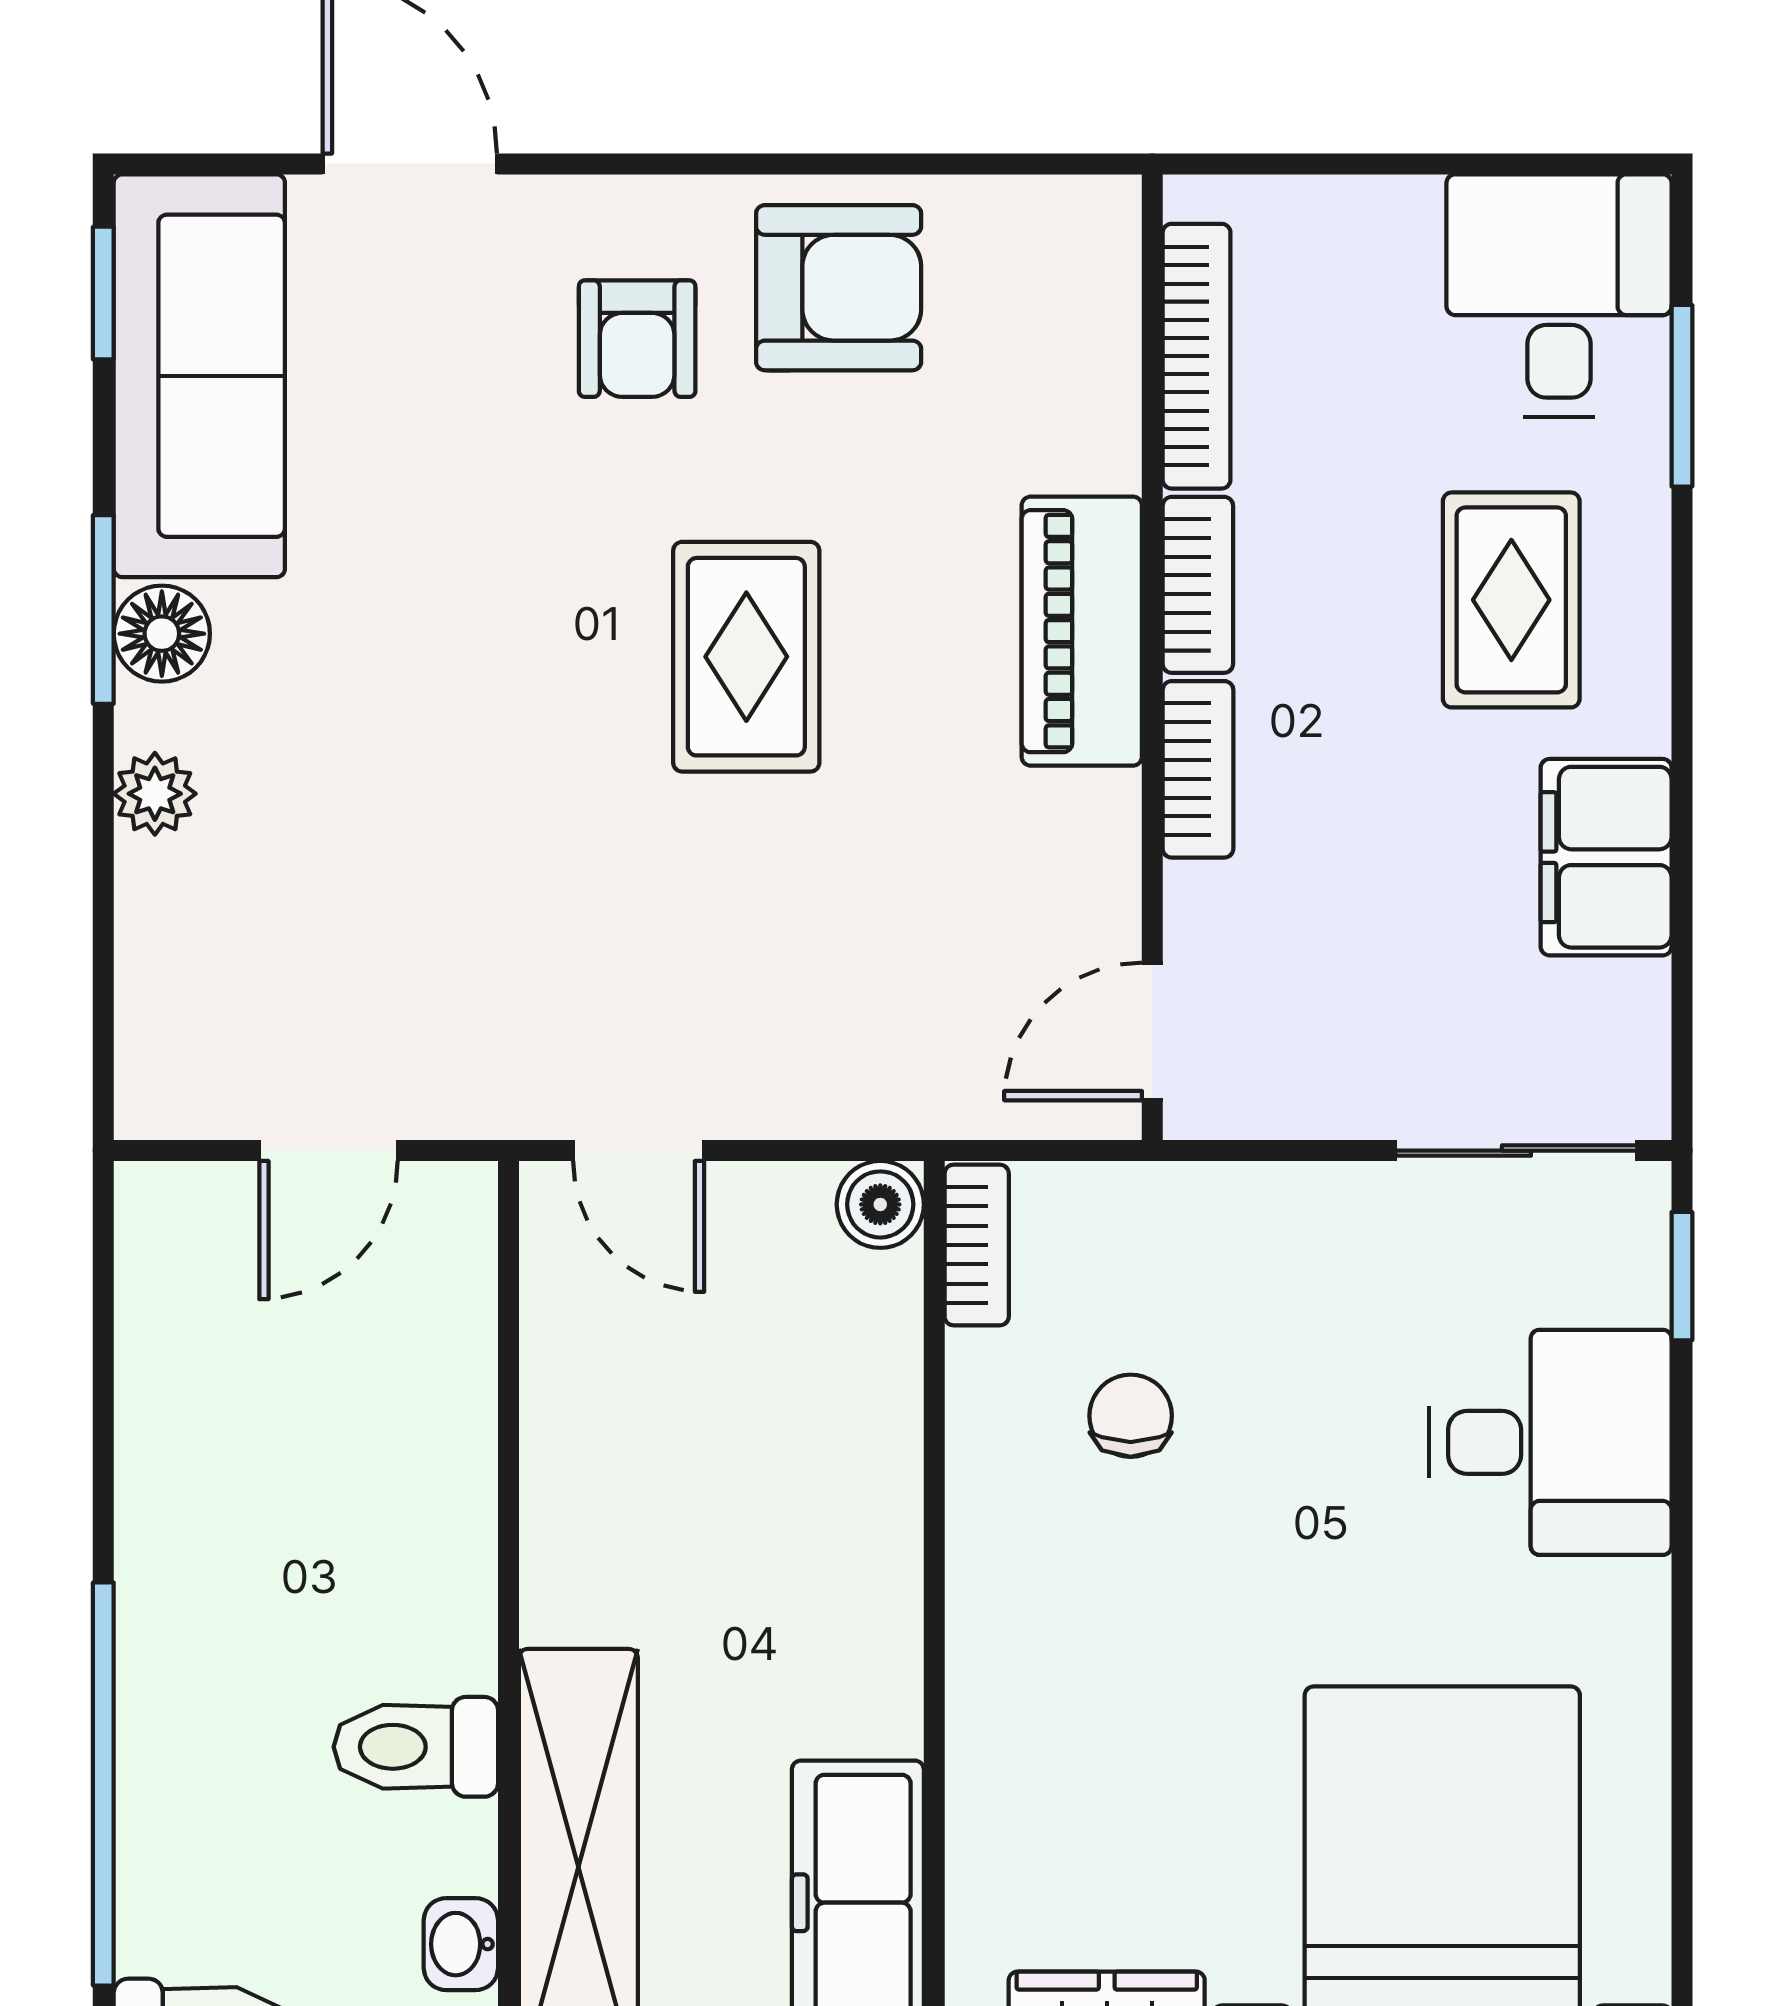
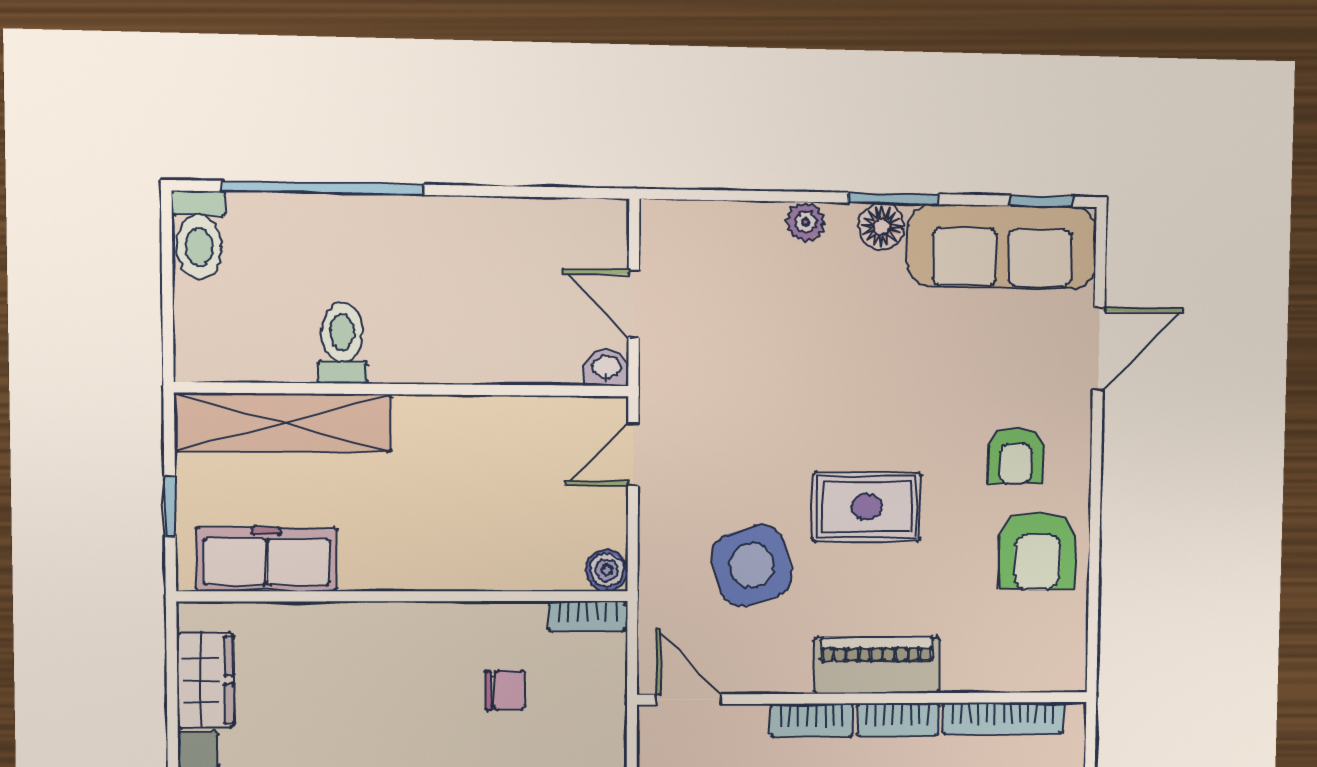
armchair: (637, 339) -> (1016, 456), turned -90
side table: (870, 900) -> (752, 565), added
washbasin: (461, 1944) -> (606, 368), moved

